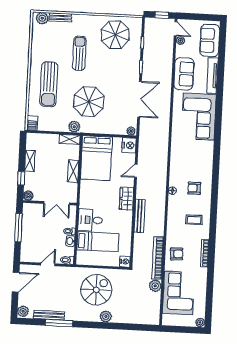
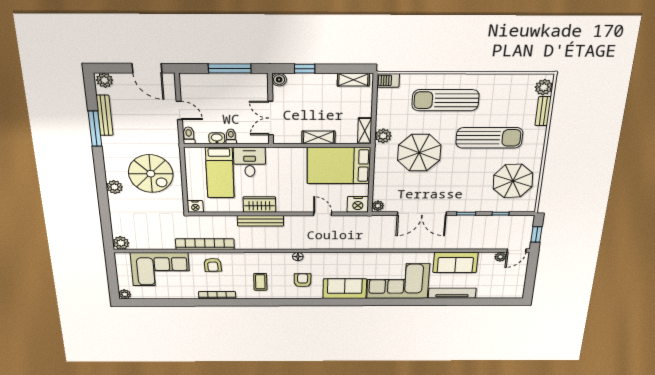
sofa: (210, 40) -> (345, 289), moved
sun lounger: (79, 53) -> (489, 138), width x1.36, depth x1.34
shelving: (30, 161) -> (353, 80), moved
wardrobe: (126, 199) -> (259, 205), moved
plant: (155, 286) -> (121, 243), moved

